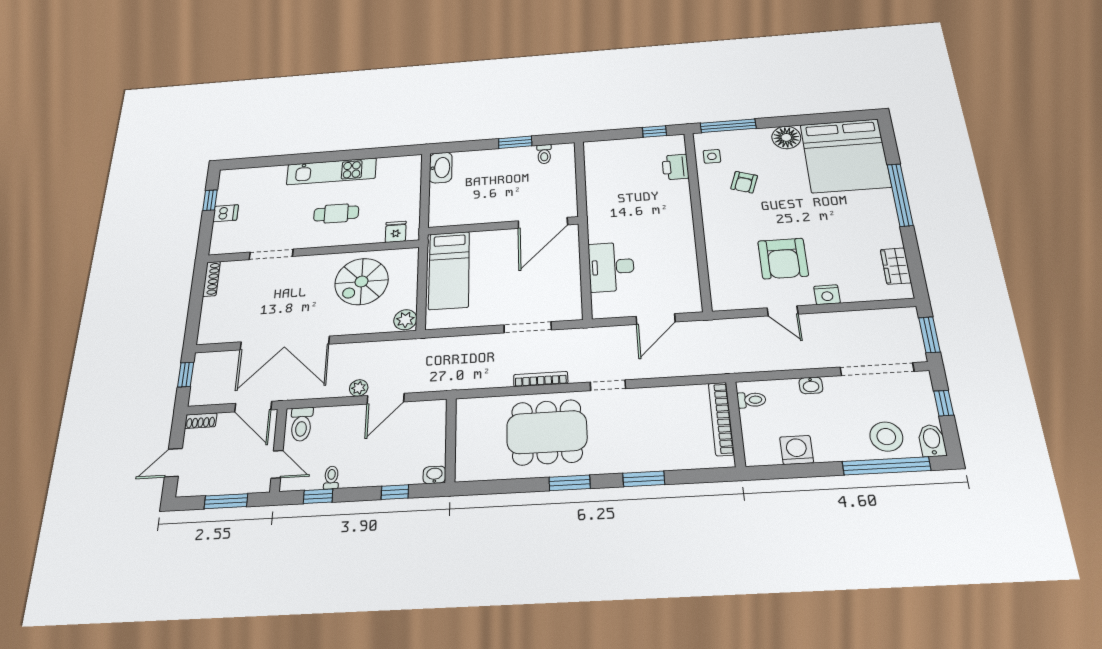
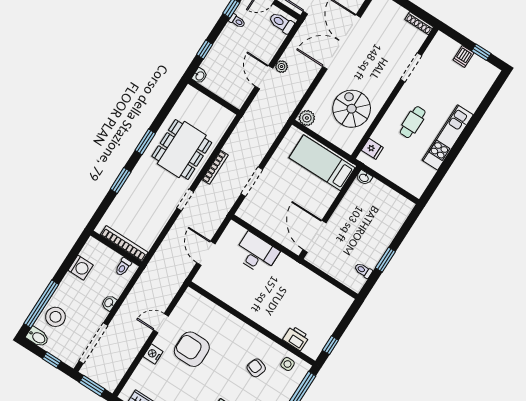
washbasin: (441, 168) -> (364, 178), moved, width x0.52, depth x0.69

